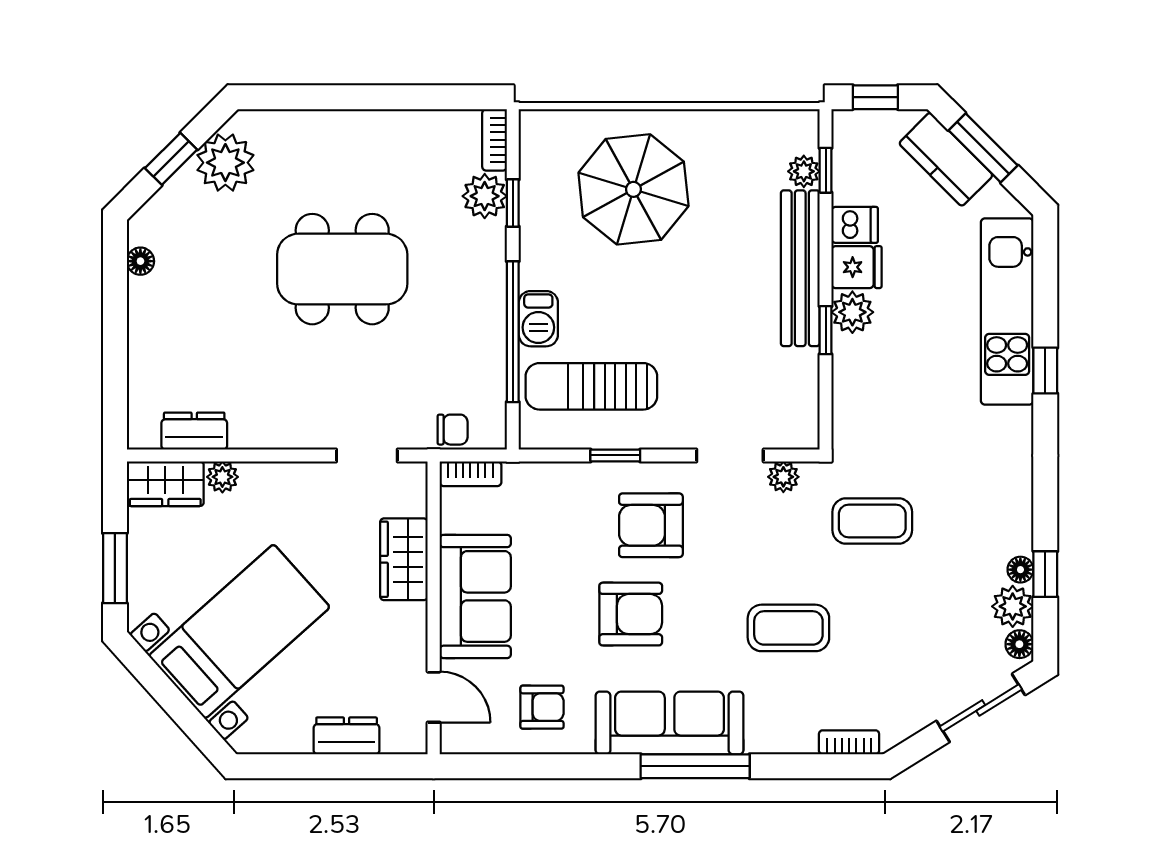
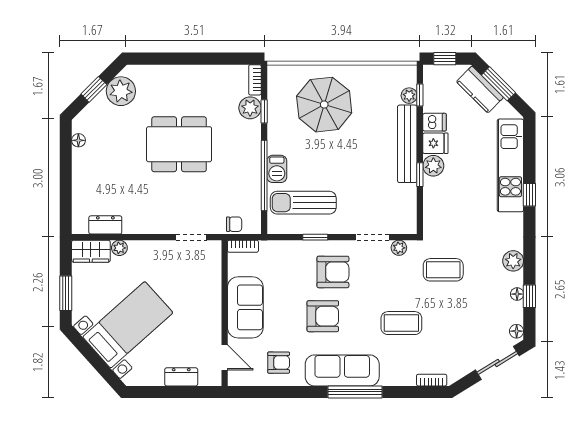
armchair: (651, 525) -> (333, 272), turned 180
wardrobe: (404, 559) -> (210, 289), removed
plant: (1013, 606) -> (513, 261), moved

